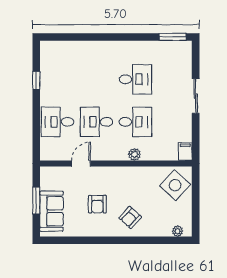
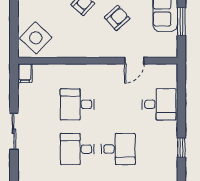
desk: (96, 122) -> (118, 149), moved
plant: (134, 154) -> (78, 70), removed
armchair: (97, 204) -> (117, 18), turned 48

